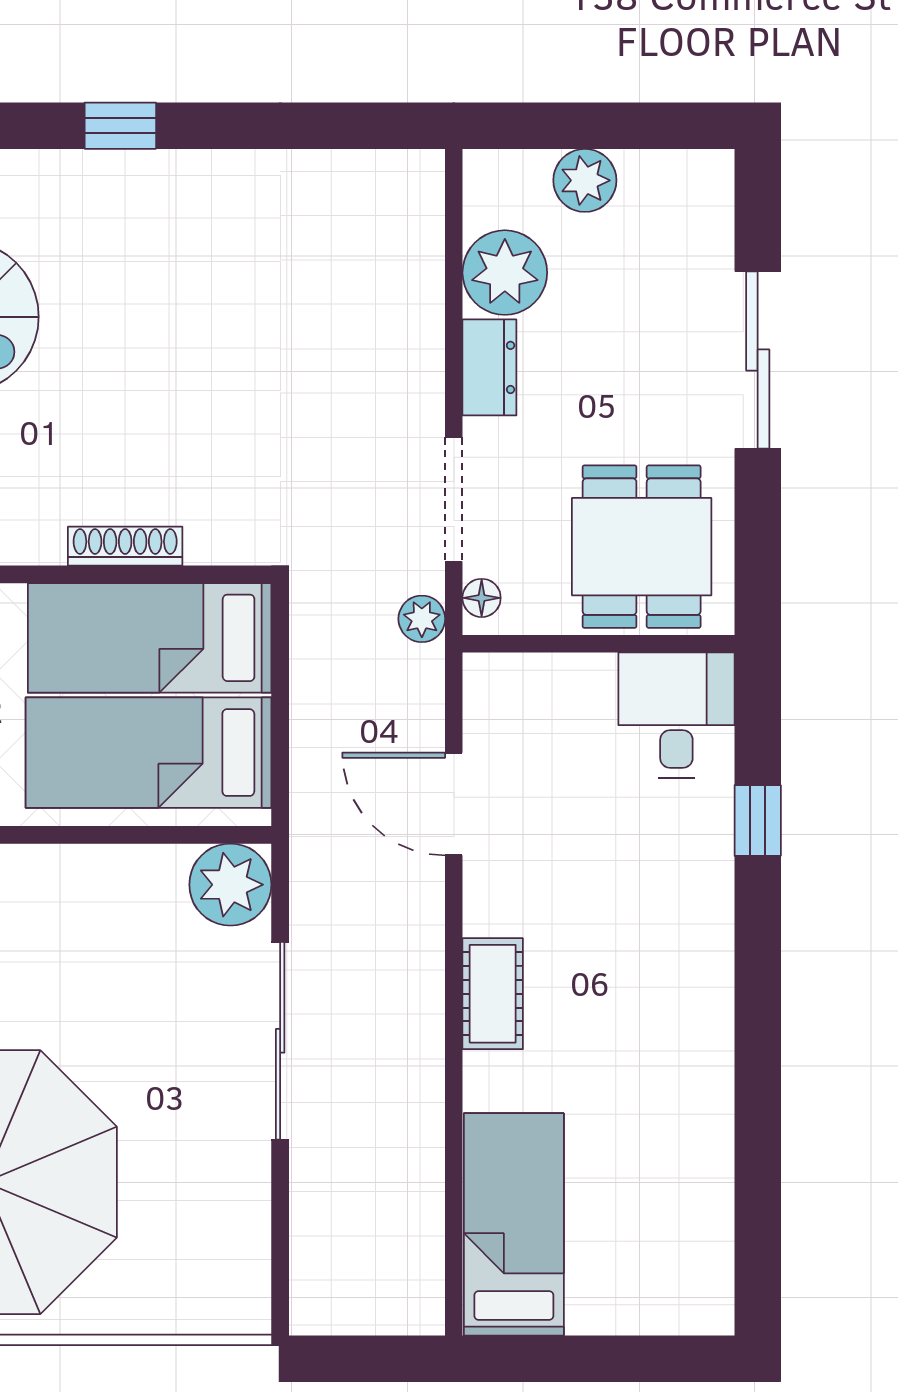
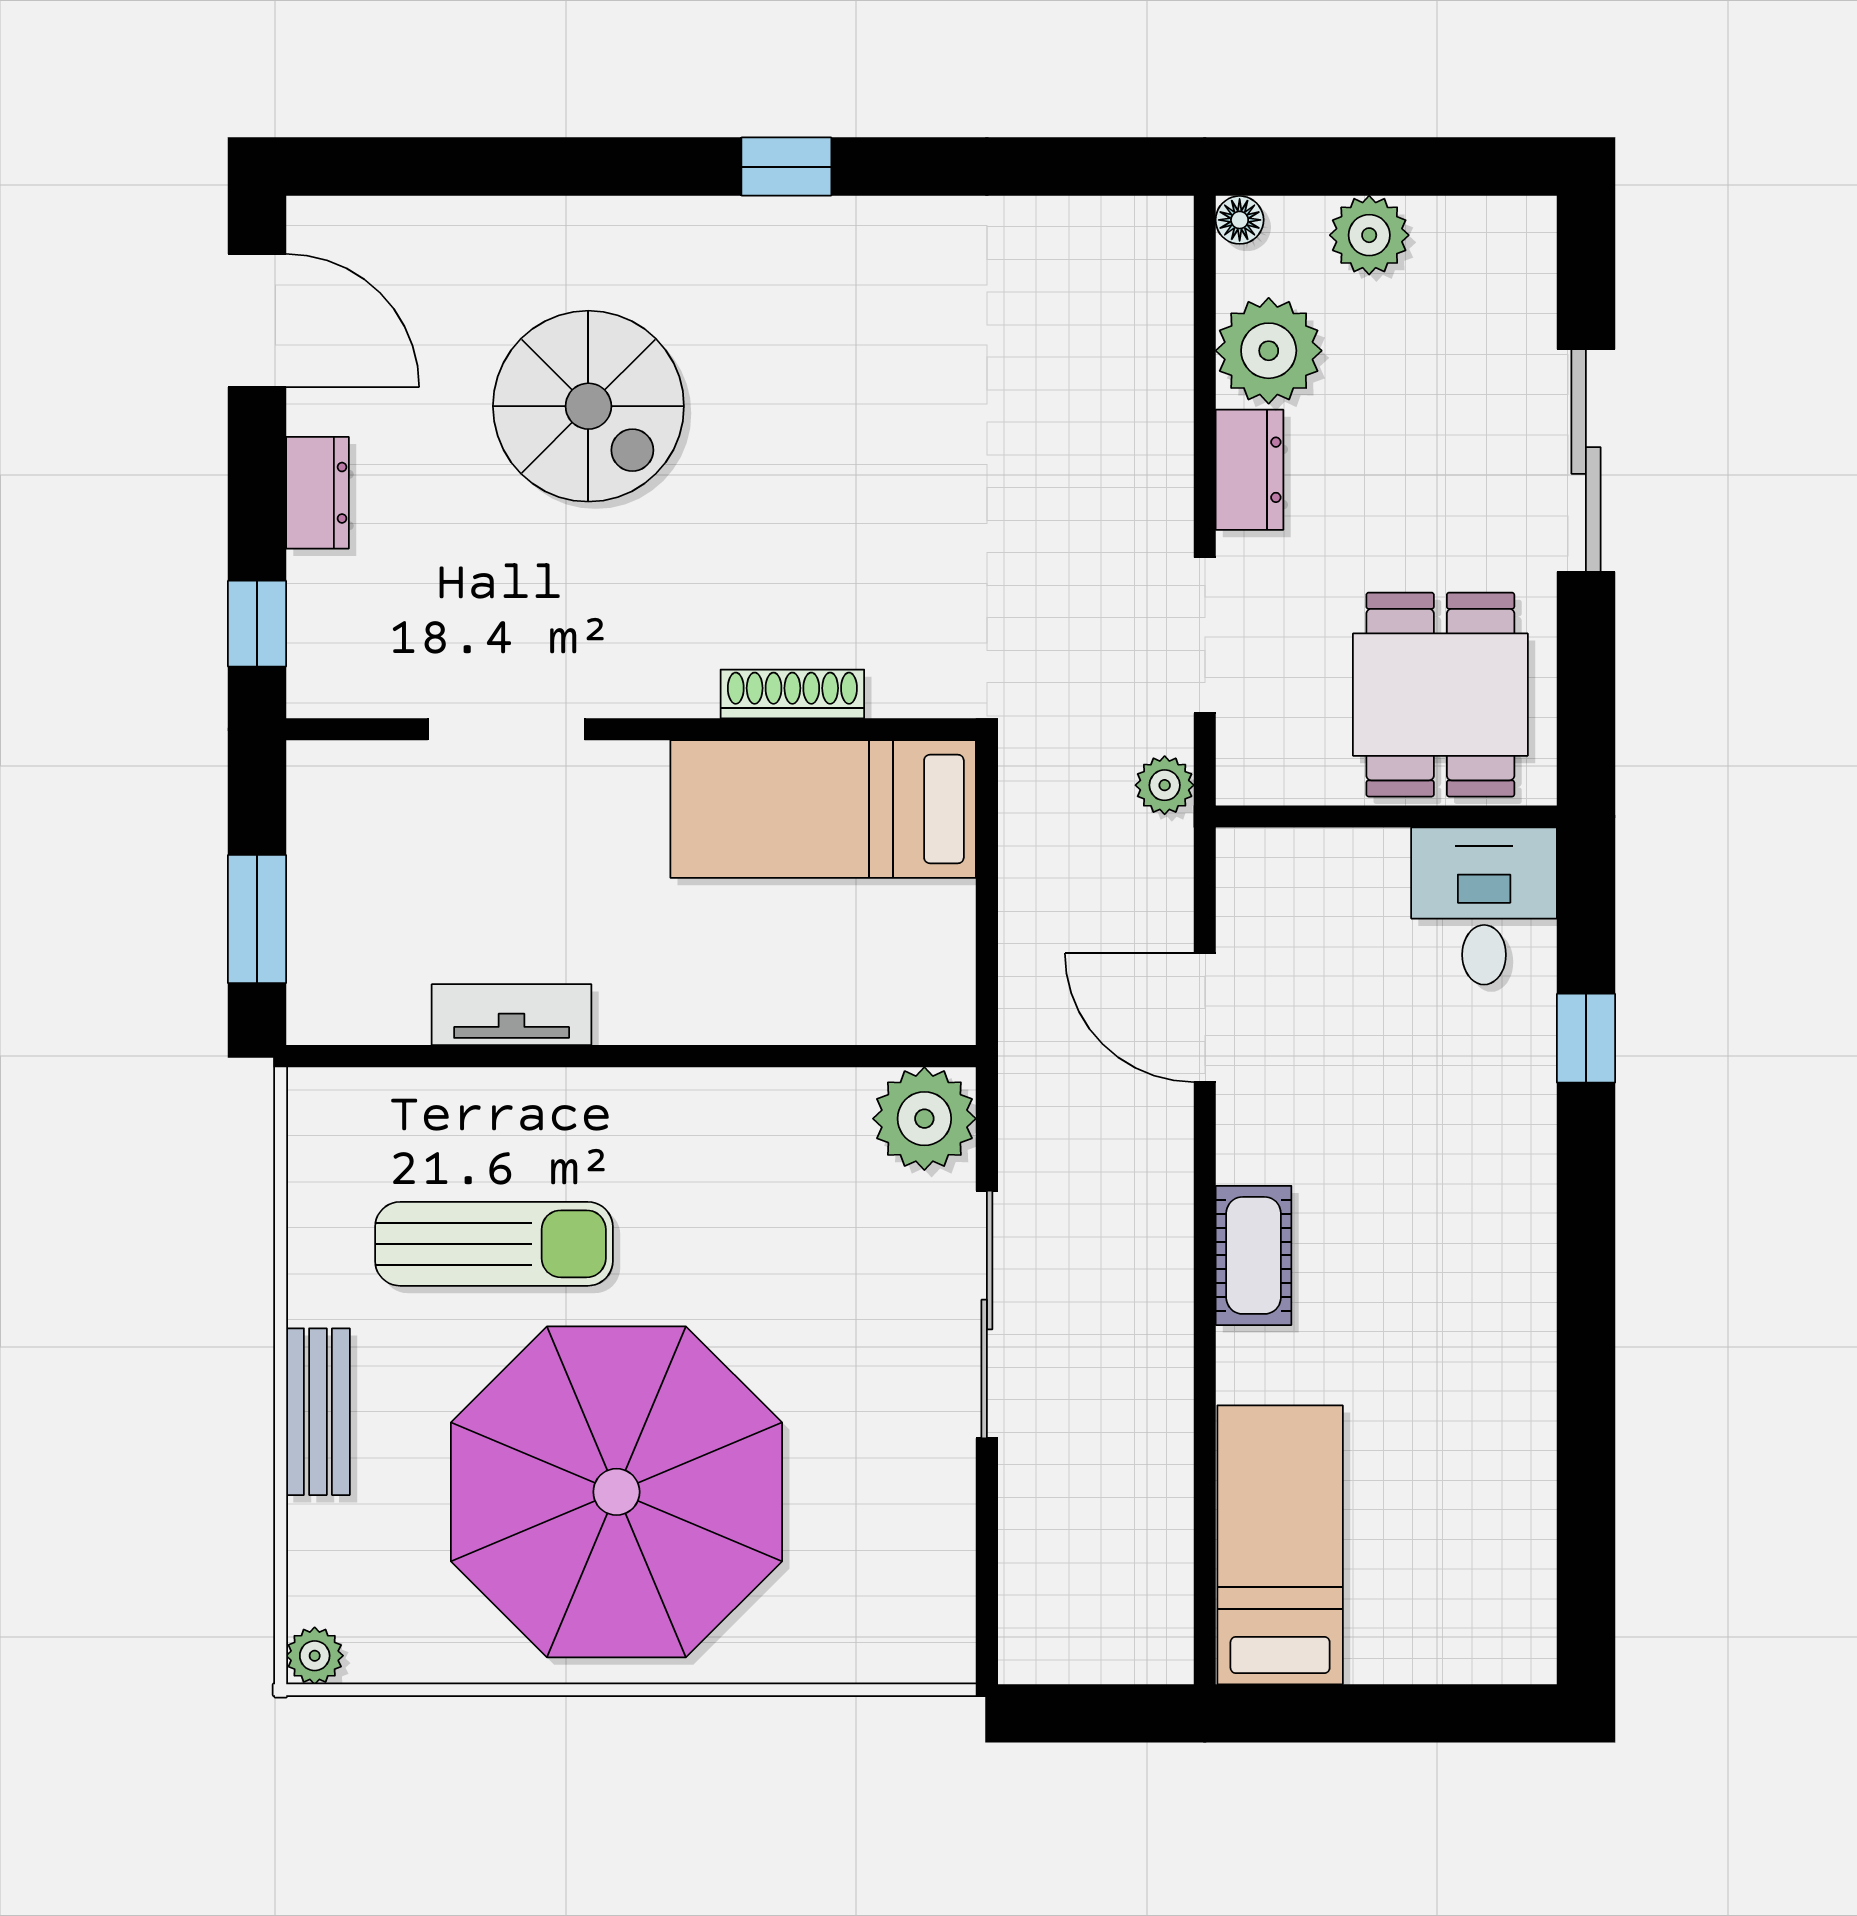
floor lamp: (482, 598) -> (1240, 220), moved
bed: (149, 753) -> (822, 953), removed

